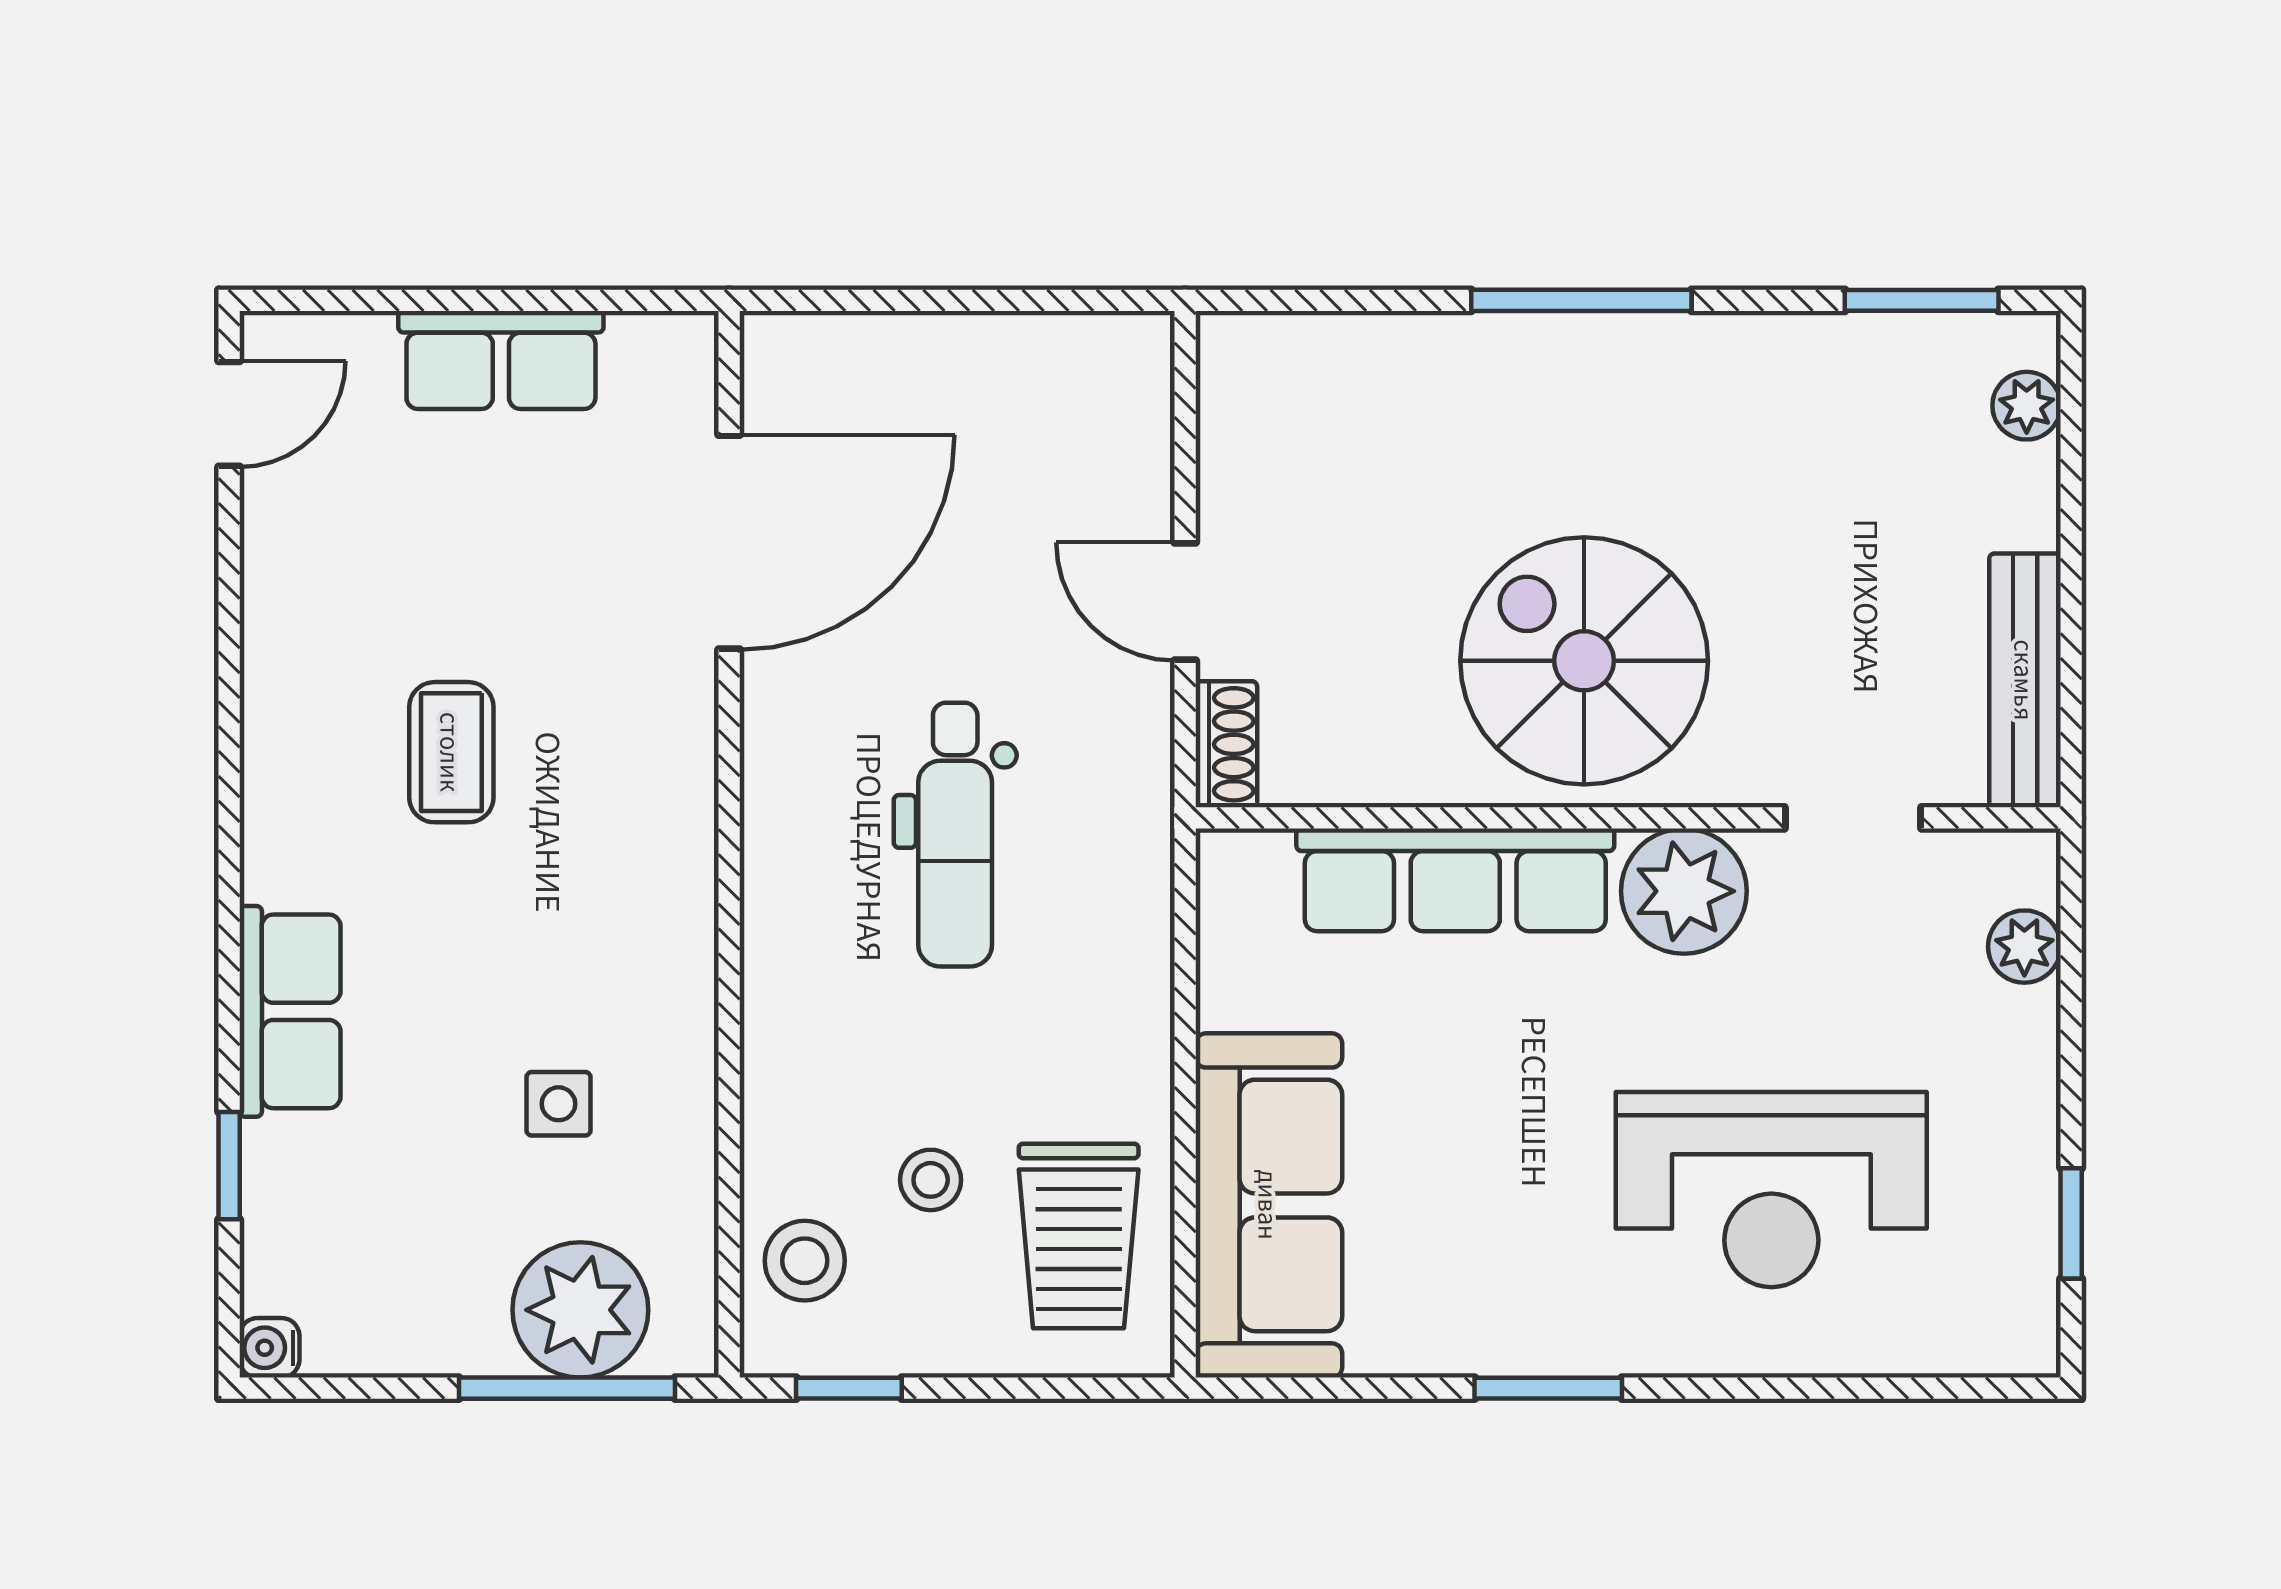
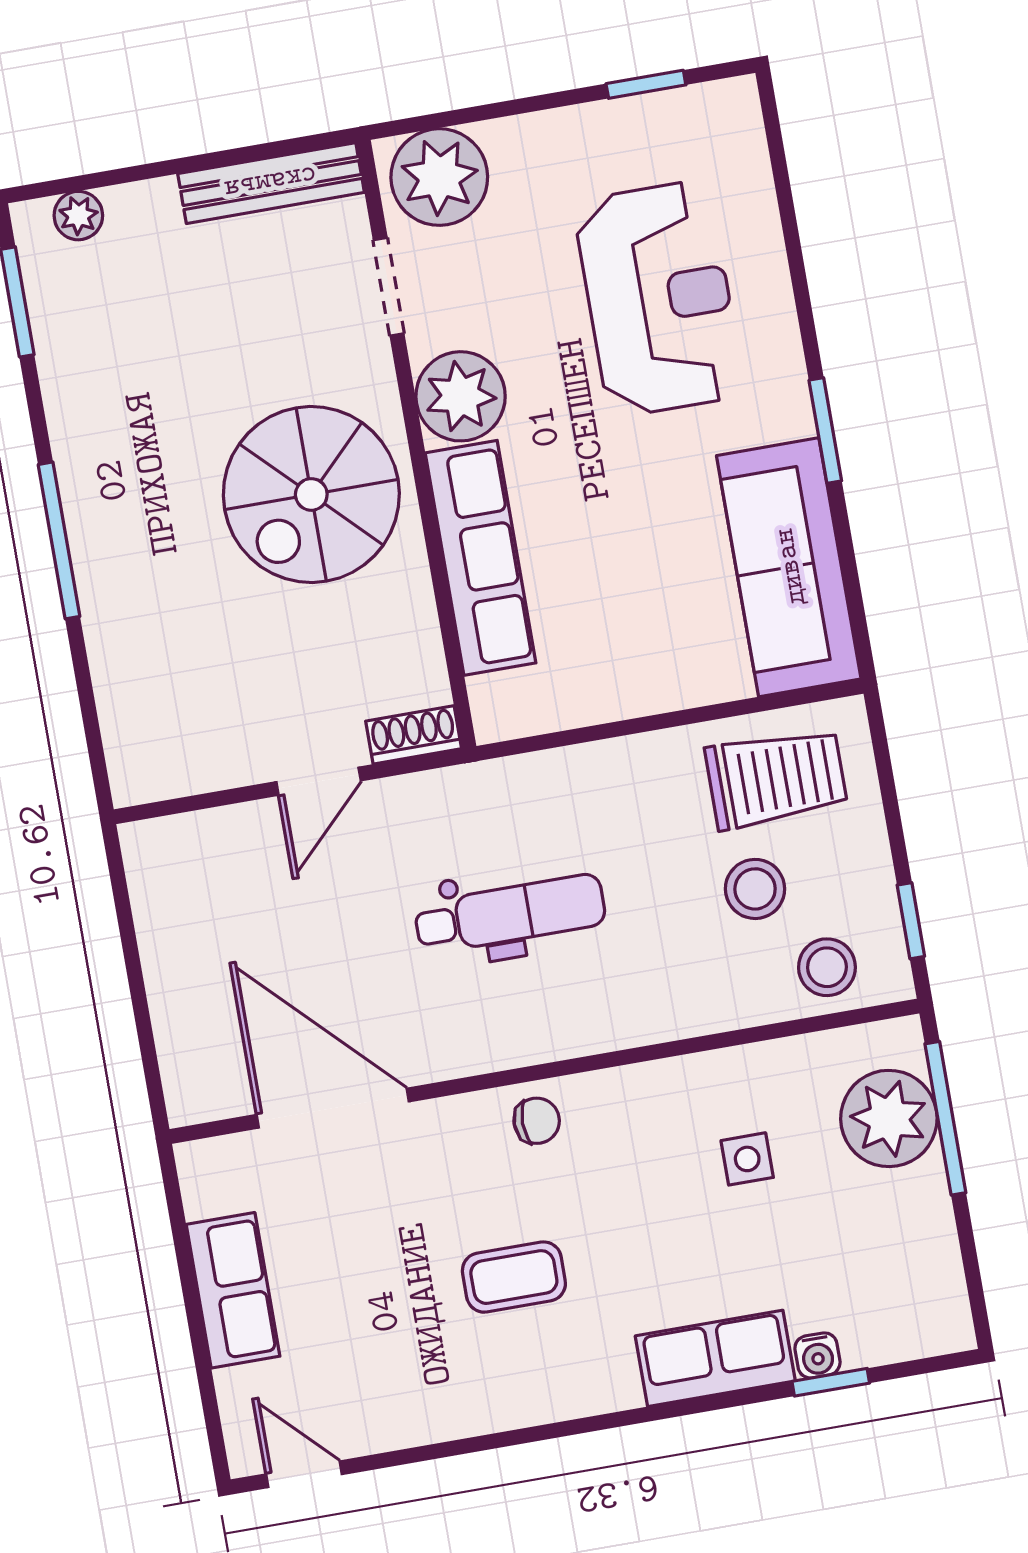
chair: (662, 822) -> (537, 1121), added
plant: (2024, 947) -> (439, 177), width x1.87, depth x1.87
stool: (931, 1180) -> (755, 889), width x1.37, depth x1.37
sofa: (1269, 1205) -> (789, 567), moved, turned -90
water cooler: (269, 1348) -> (817, 1355), moved

